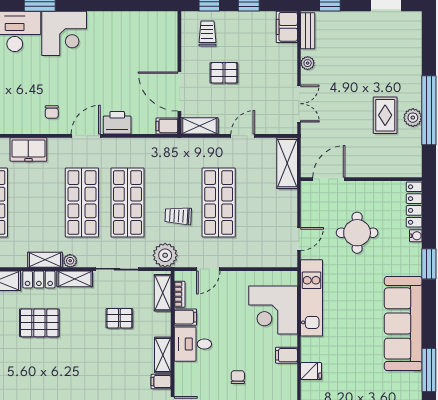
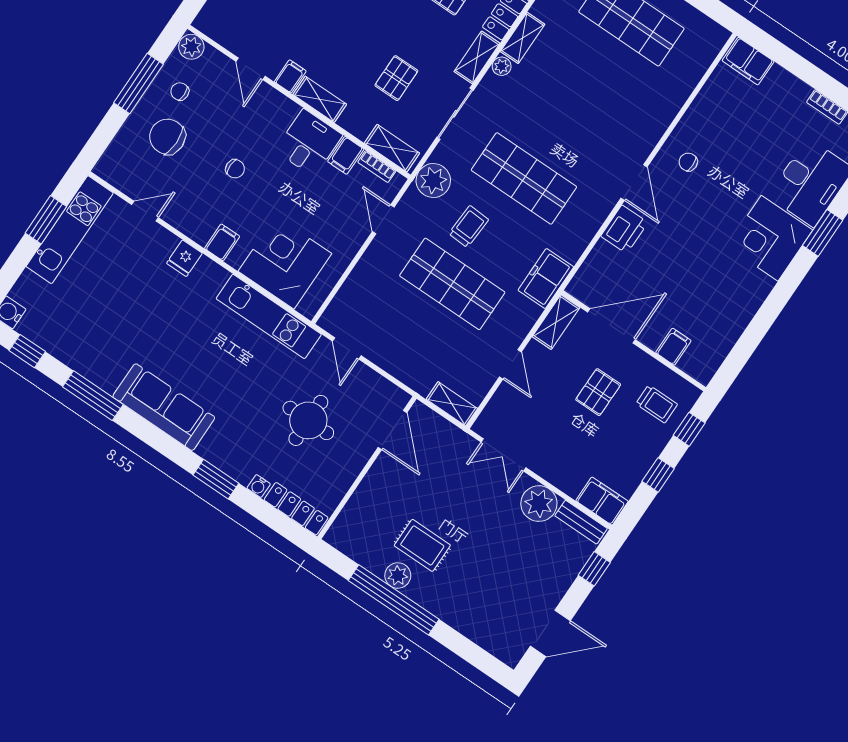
plant: (308, 63) -> (539, 504), width x1.87, depth x1.87
filing cabinet: (167, 126) -> (673, 347), moved
freezer: (28, 149) -> (546, 278), moved
shelving: (287, 163) -> (452, 404), width x0.67, depth x0.75
shop shelf: (82, 203) -> (560, 126), removed
sofa: (403, 323) -> (164, 407), width x0.74, depth x0.79

